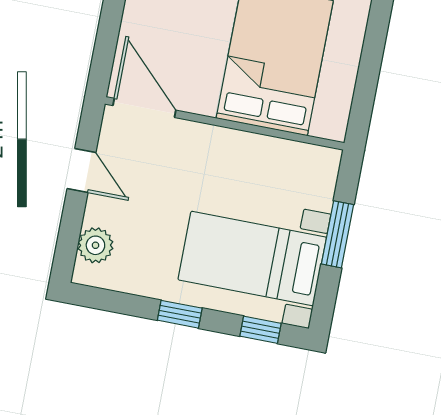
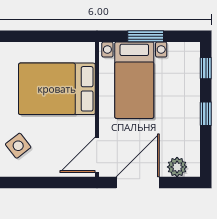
door: (81, 170) -> (138, 183), width x1.88
bed with nightstands: (252, 258) -> (134, 80), moved

